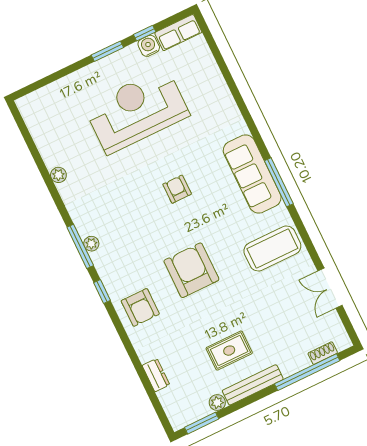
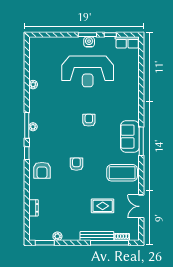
water cooler: (149, 46) -> (89, 42), moved
reception desk: (137, 111) -> (88, 71), turned 180
sofa: (252, 174) -> (130, 137), width x0.73
armchair: (191, 270) -> (76, 164), width x0.53, depth x0.53
rug: (229, 351) -> (103, 206), moved
bench: (253, 385) -> (97, 236), moved

